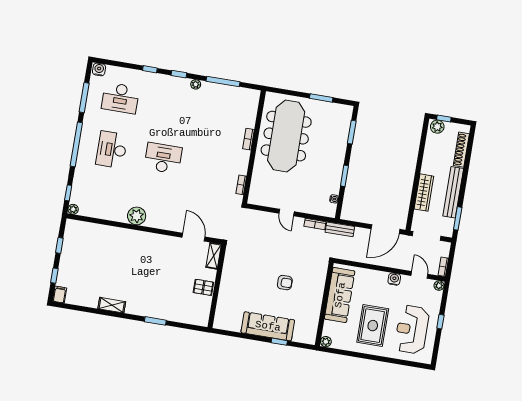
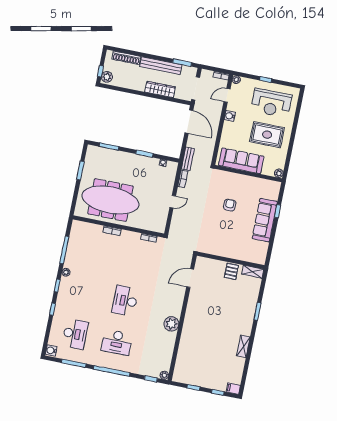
shelving: (214, 256) -> (253, 272), moved

